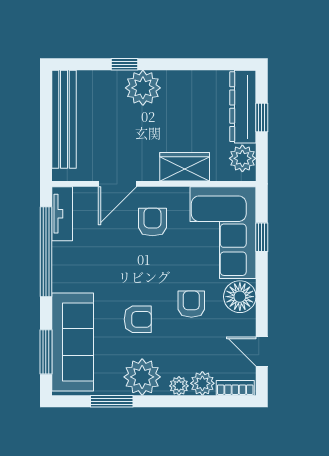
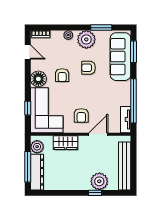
plant: (143, 88) -> (99, 181), moved
window: (262, 117) -> (28, 167), width x2.17
plant: (202, 383) -> (57, 36), removed

